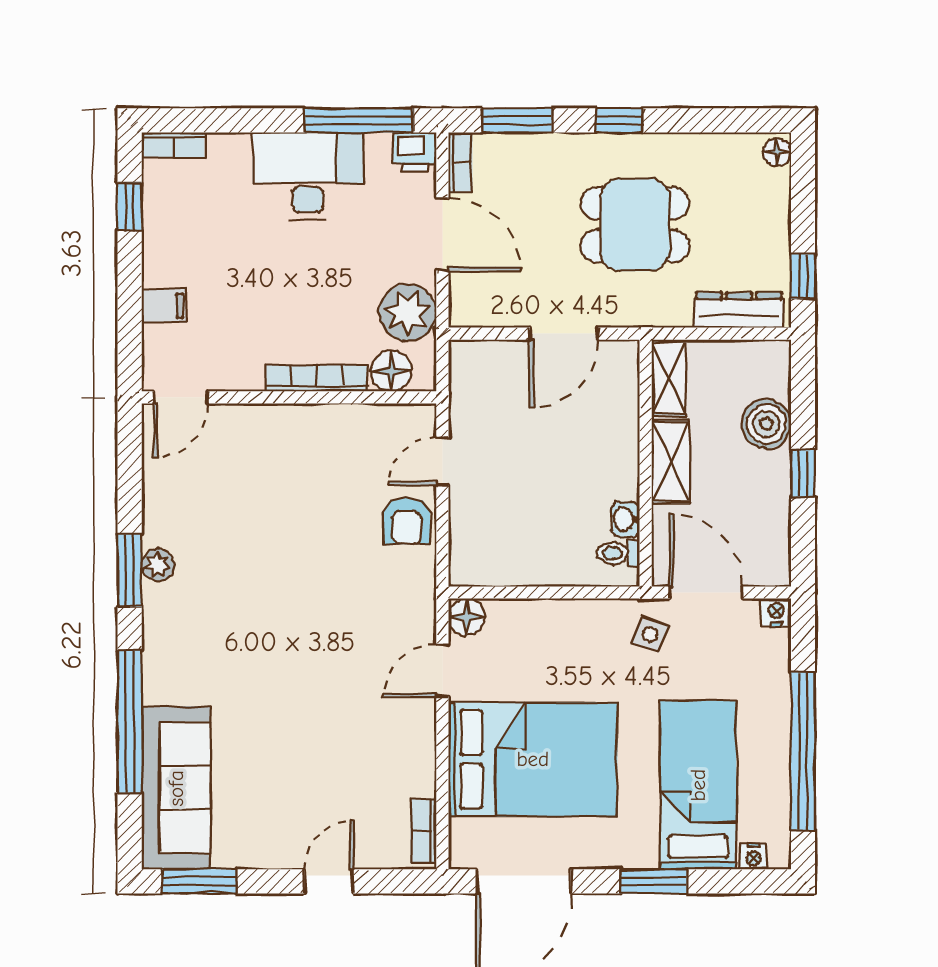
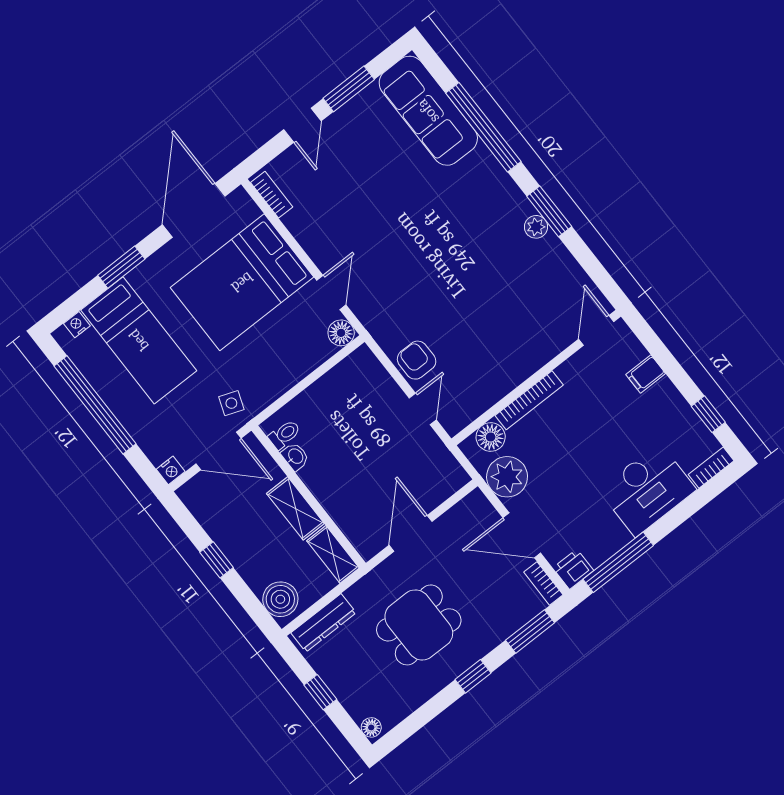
desk: (308, 176) -> (647, 490), moved
window: (803, 276) -> (320, 692), moved
boiler: (766, 424) -> (280, 599), moved
window: (199, 881) -> (349, 89), moved

